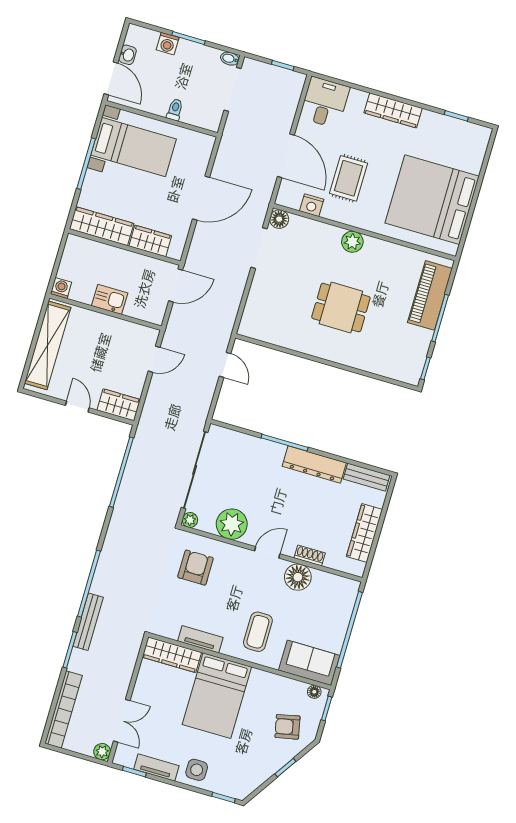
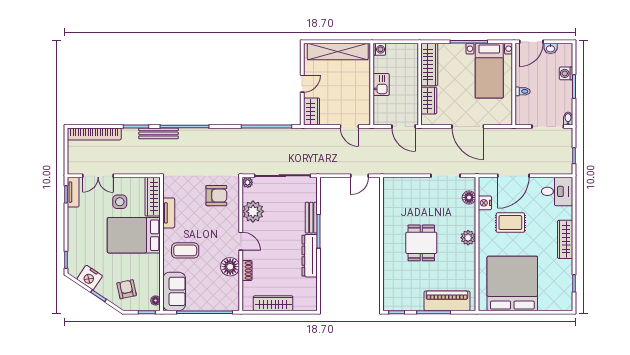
floor lamp: (279, 219) -> (469, 197), moved
bench: (367, 477) -> (311, 218), moved
plant: (102, 752) -> (73, 168), removed
tv unit: (156, 767) -> (73, 192), moved
side table: (197, 770) -> (120, 202), moved
nightstand: (257, 772) -> (90, 278), added

